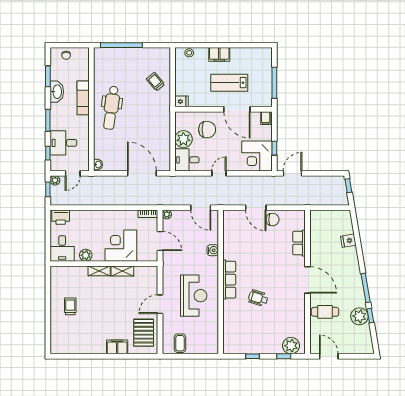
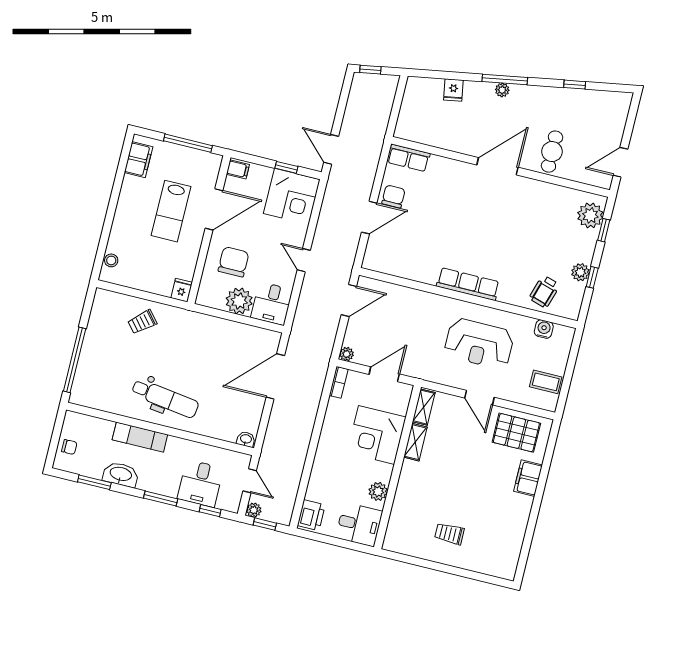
filing cabinet: (219, 54) -> (138, 160), moved
row of seats: (299, 243) -> (409, 158), moved
water cooler: (213, 250) -> (544, 329), moved
shelving: (99, 271) -> (424, 407), moved
window: (366, 288) -> (505, 79), moved
reception desk: (194, 296) -> (479, 344), turned 180
wheelchair: (258, 298) -> (544, 292), moved
plant: (359, 316) -> (502, 90), moved, width x0.53, depth x0.53
plant: (254, 348) -> (580, 272), added

